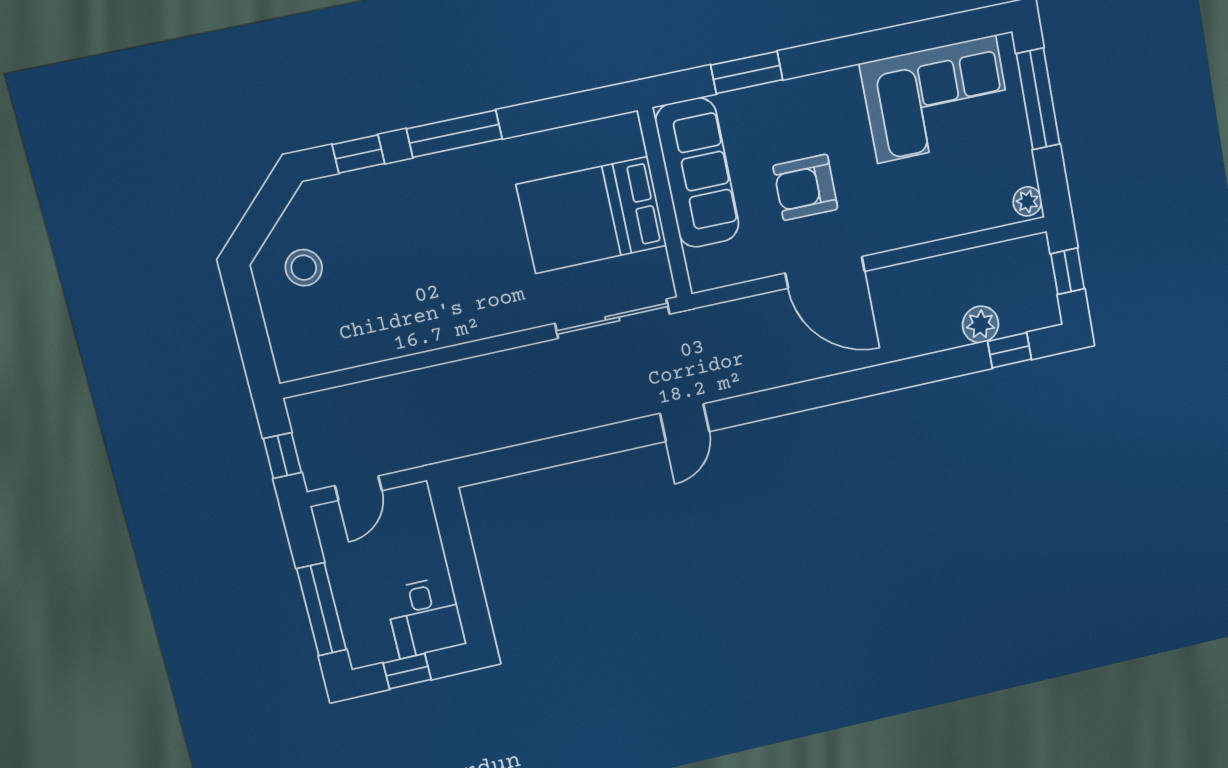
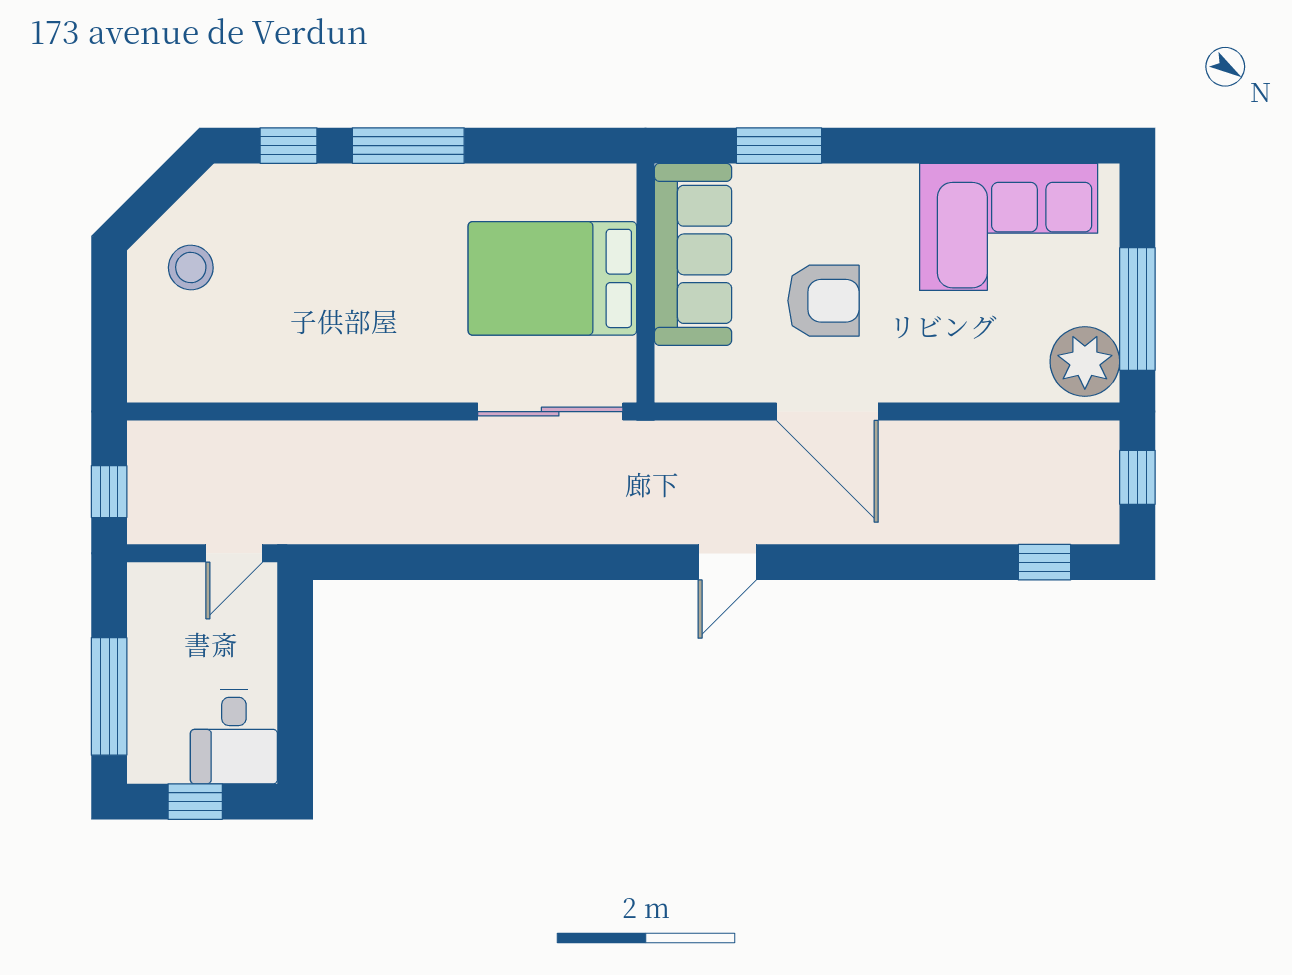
window: (1038, 99) -> (1137, 309), moved
armchair: (805, 187) -> (823, 301), turned 180
plant: (1027, 201) -> (1085, 362), width x1.87, depth x1.87
plant: (981, 324) -> (1013, 521), removed
door: (685, 423) -> (727, 562), moved
door: (358, 488) -> (234, 553), moved

